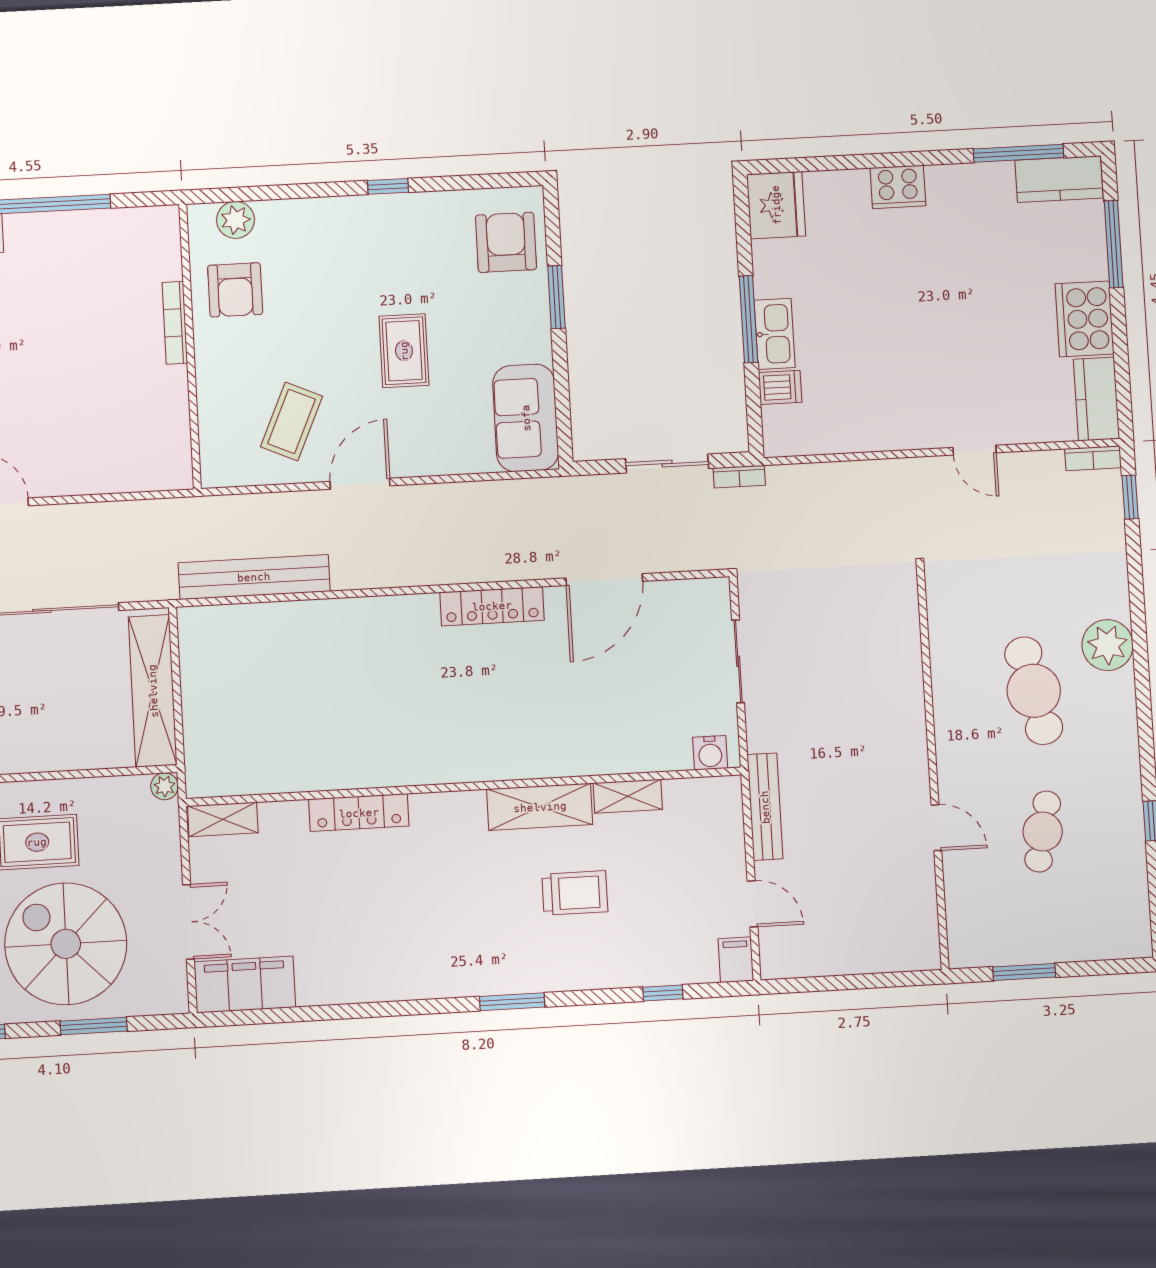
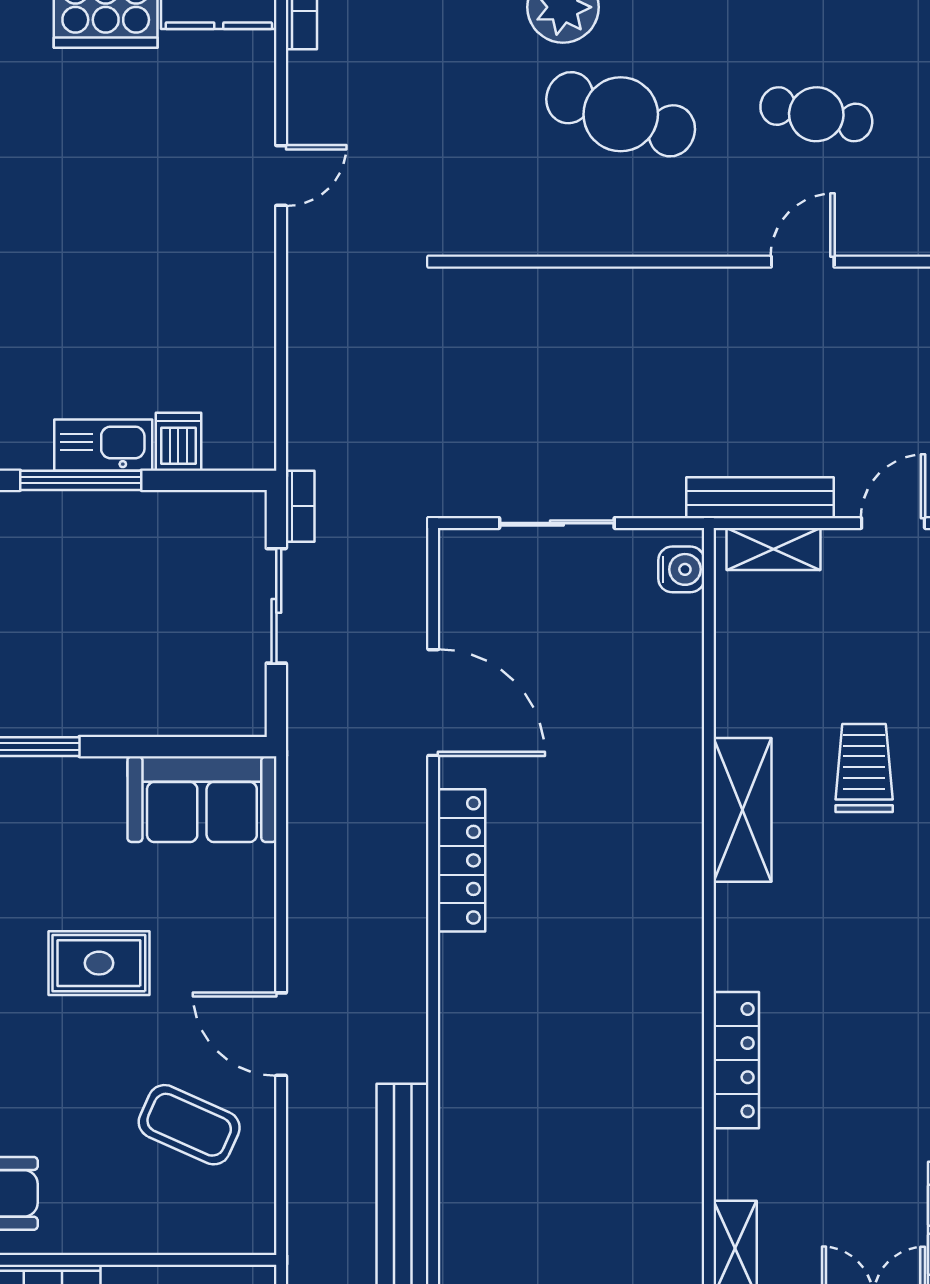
cafe table: (1034, 691) -> (621, 114), turned 30
shelving: (628, 796) -> (773, 549), moved, turned 90

